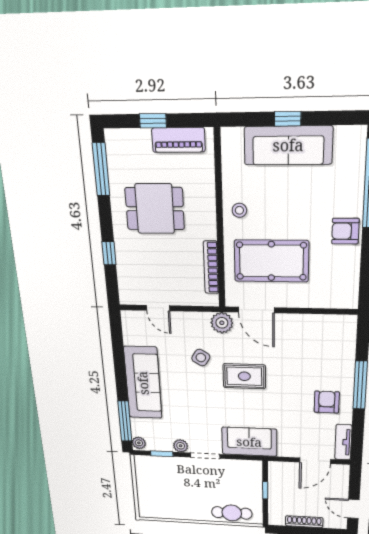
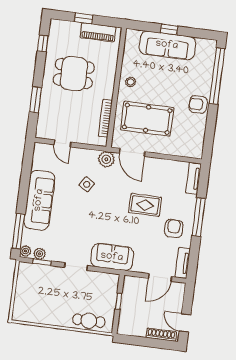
window: (101, 169) -> (43, 43), width x0.46
window: (109, 253) -> (35, 100), width x1.50
tv unit: (348, 336) -> (193, 178), added
rug: (244, 376) -> (145, 205), moved
plant: (181, 446) -> (40, 254), moved
shoe rack: (304, 522) -> (161, 335), moved

